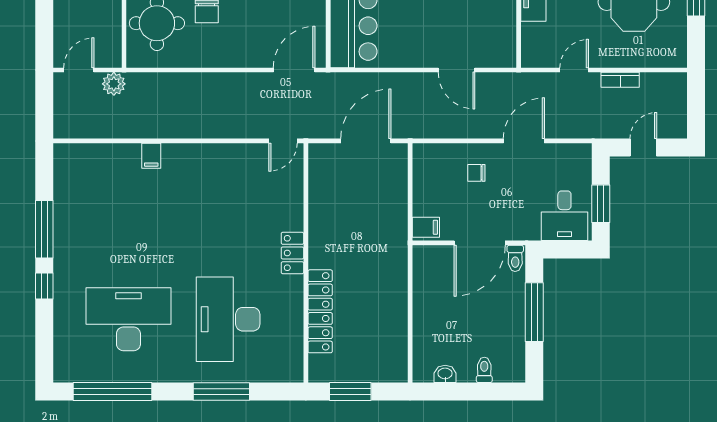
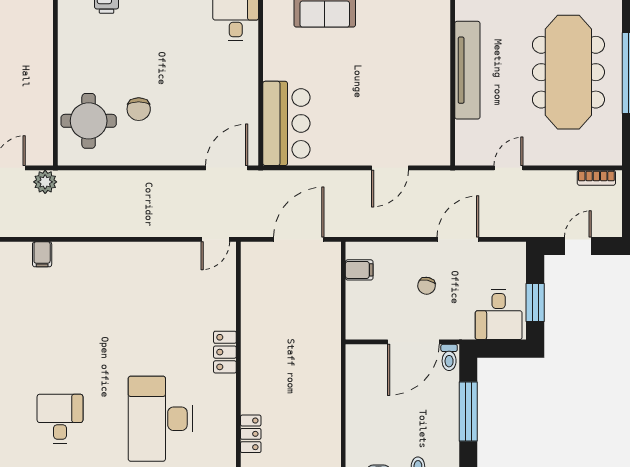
door: (456, 70) -> (390, 168), hinge flipped
bookcase: (620, 80) -> (596, 178), moved
filing cabinet: (151, 156) -> (42, 254), moved
chair: (476, 173) -> (427, 286), moved, turned -78
filing cabinet: (426, 227) -> (359, 270), moved
locker: (320, 311) -> (251, 434), width x0.46, depth x0.83
desk: (128, 319) -> (60, 419), width x0.53, depth x0.77

